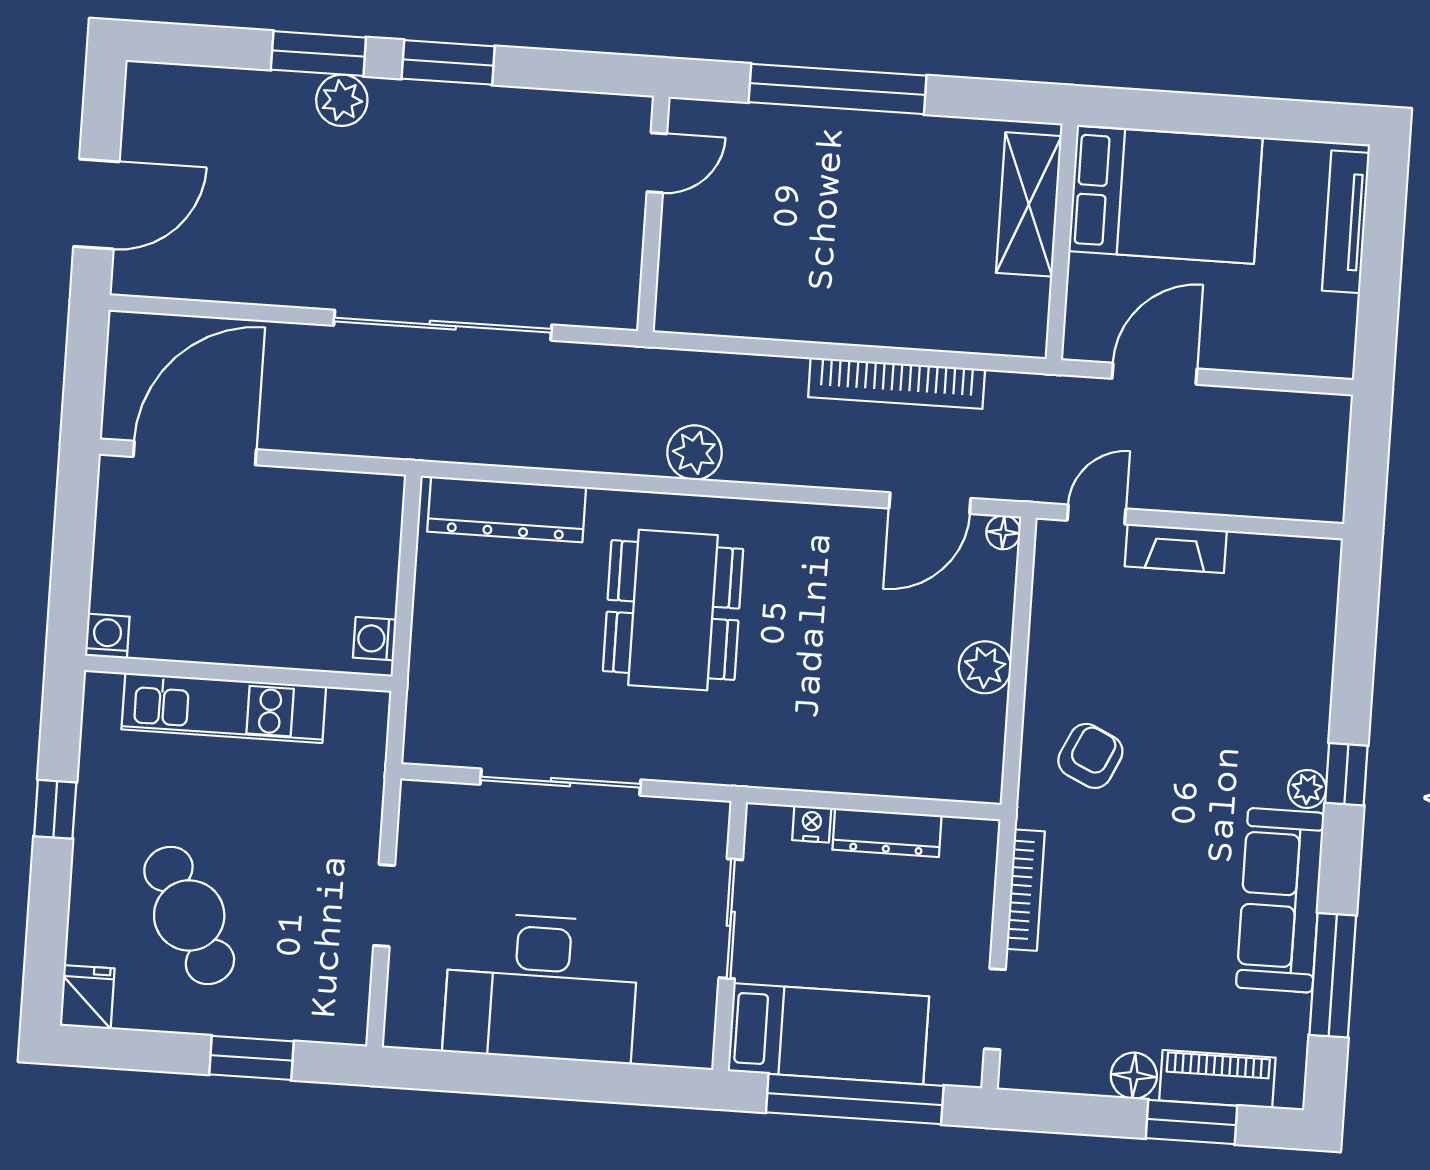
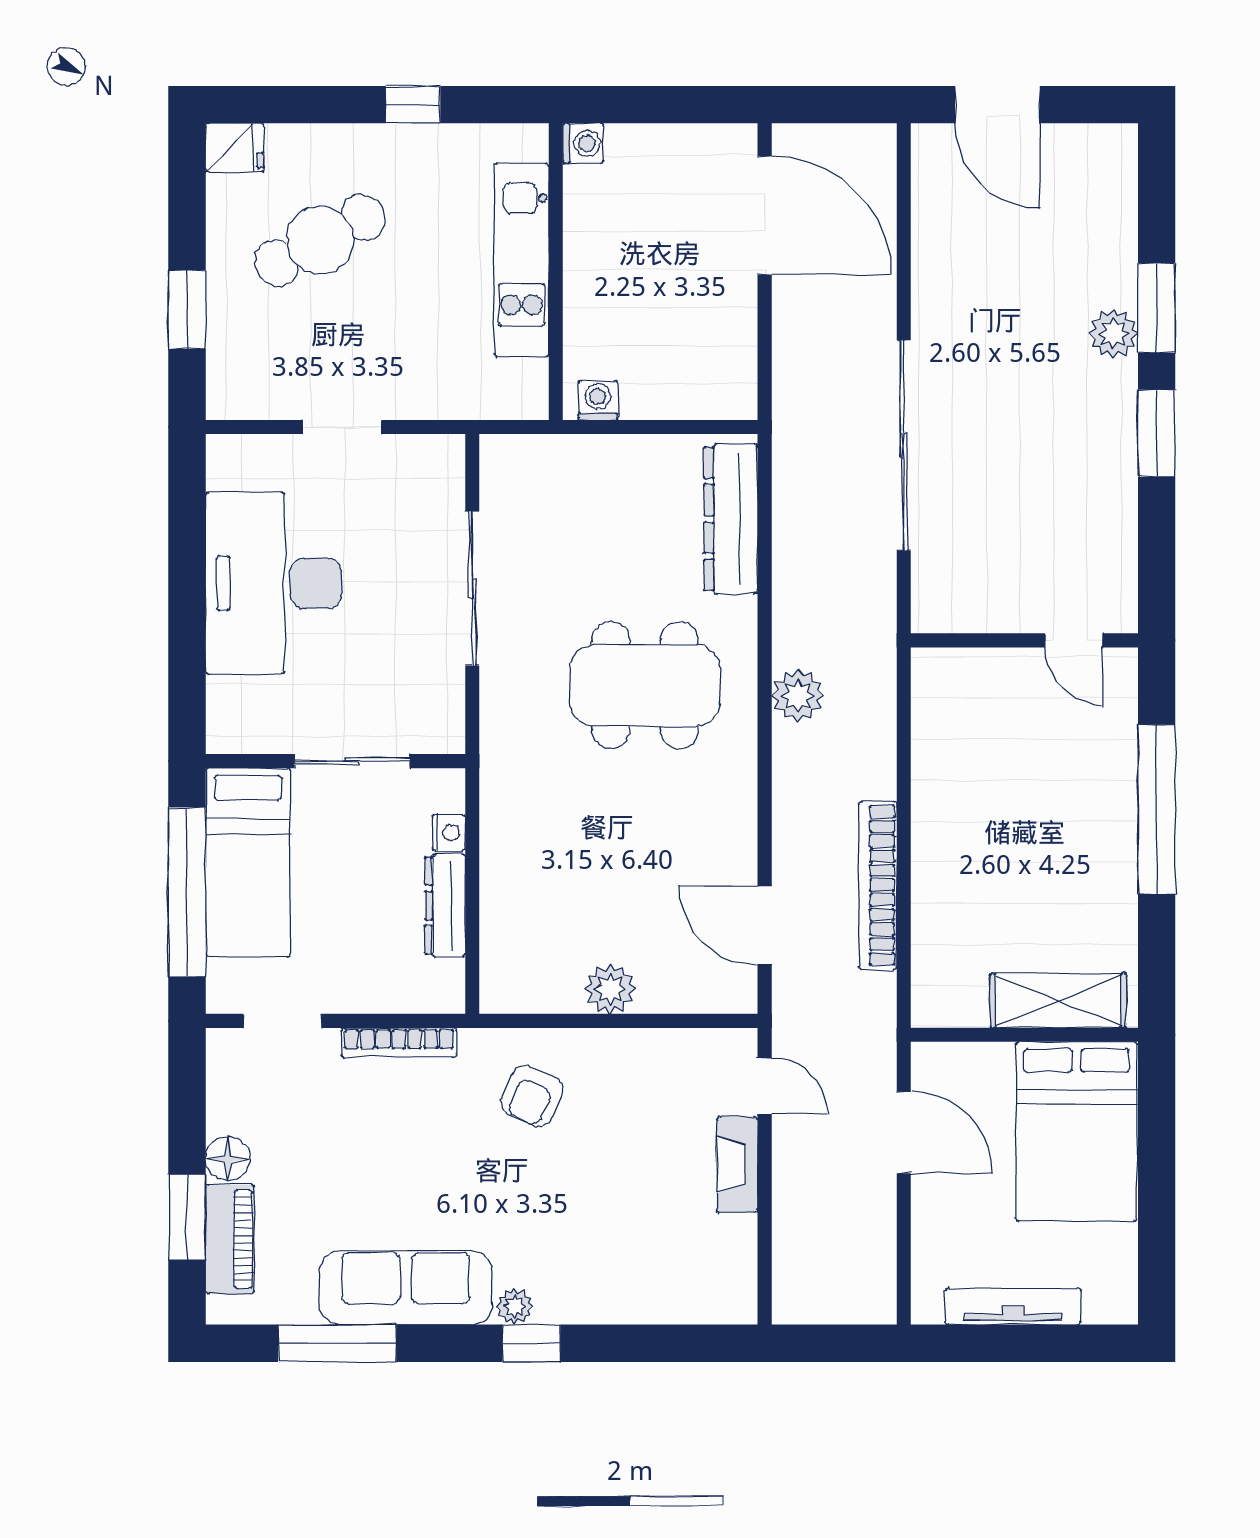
tv unit: (1346, 222) -> (1013, 1306), moved
floor lamp: (1003, 532) -> (741, 998), removed
armchair: (1090, 756) -> (532, 1096), turned 88

